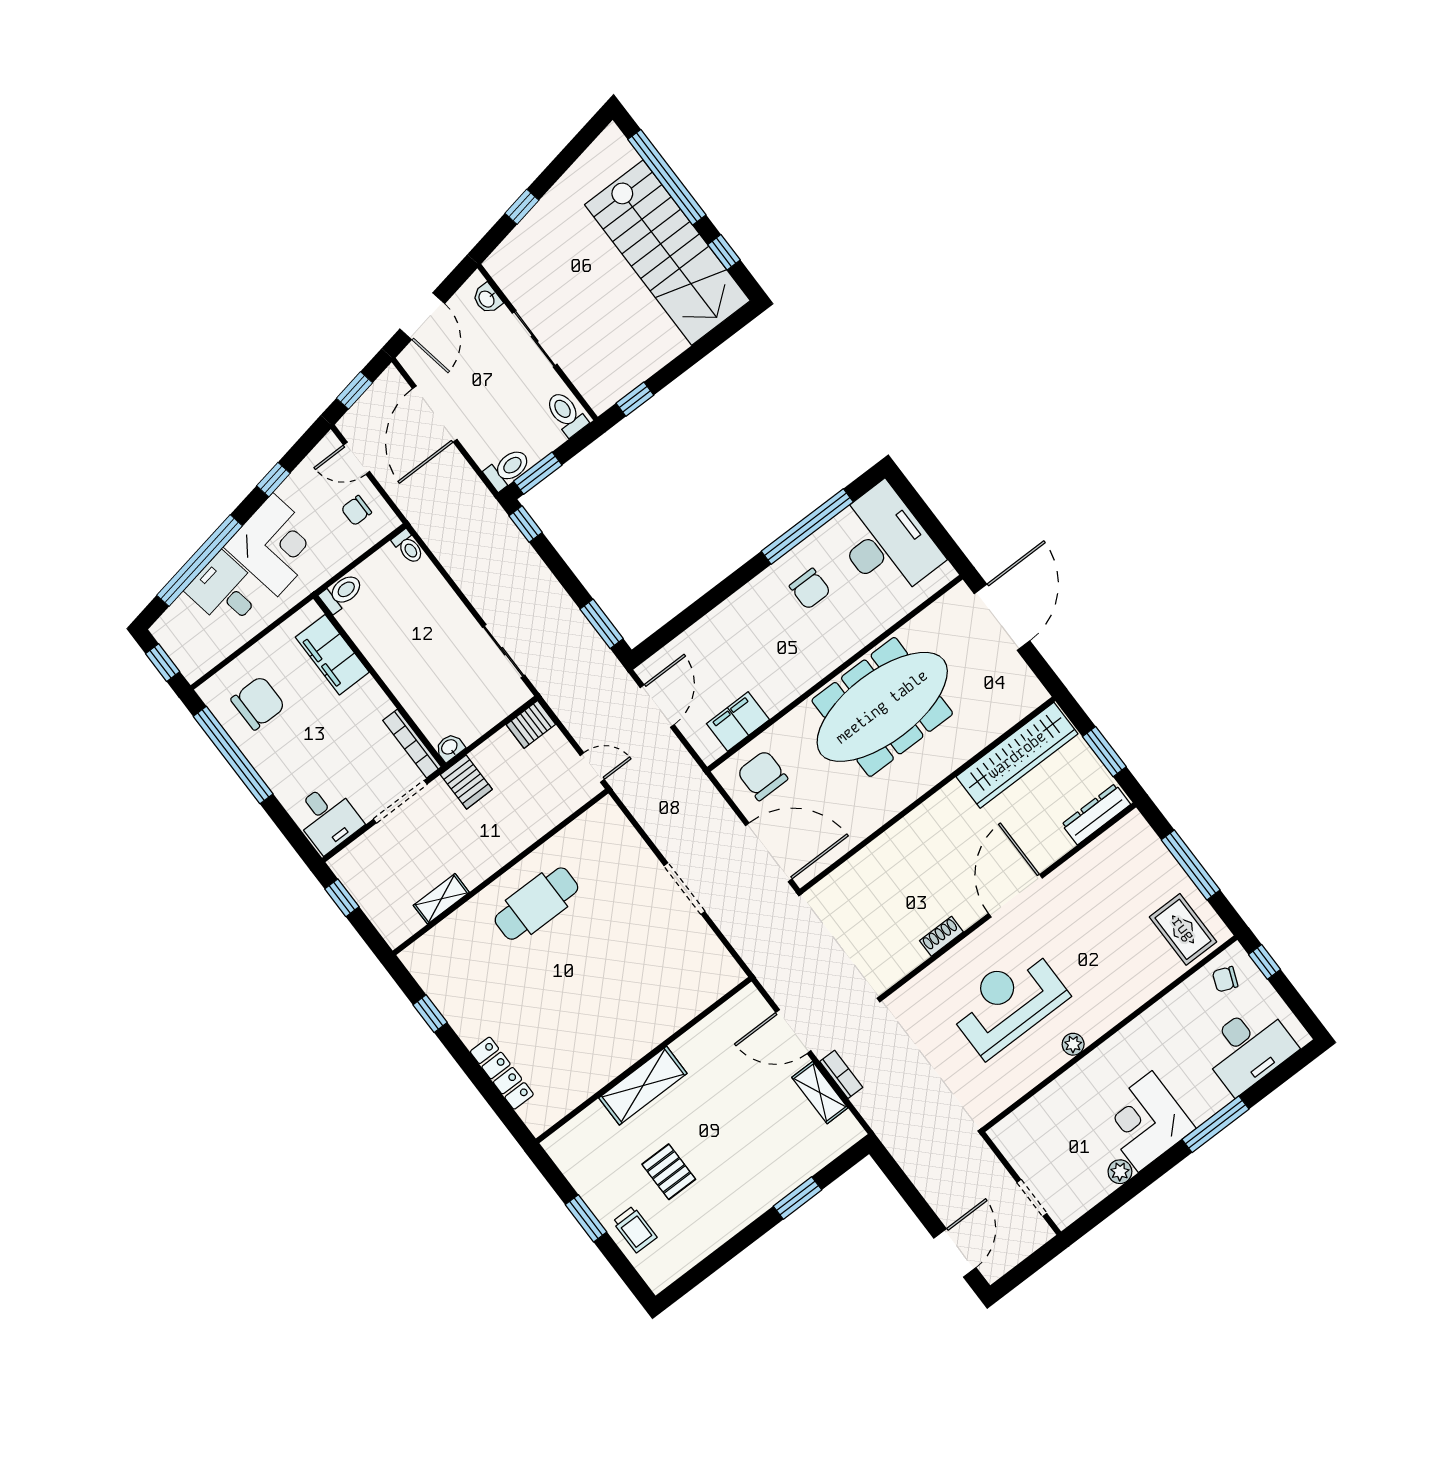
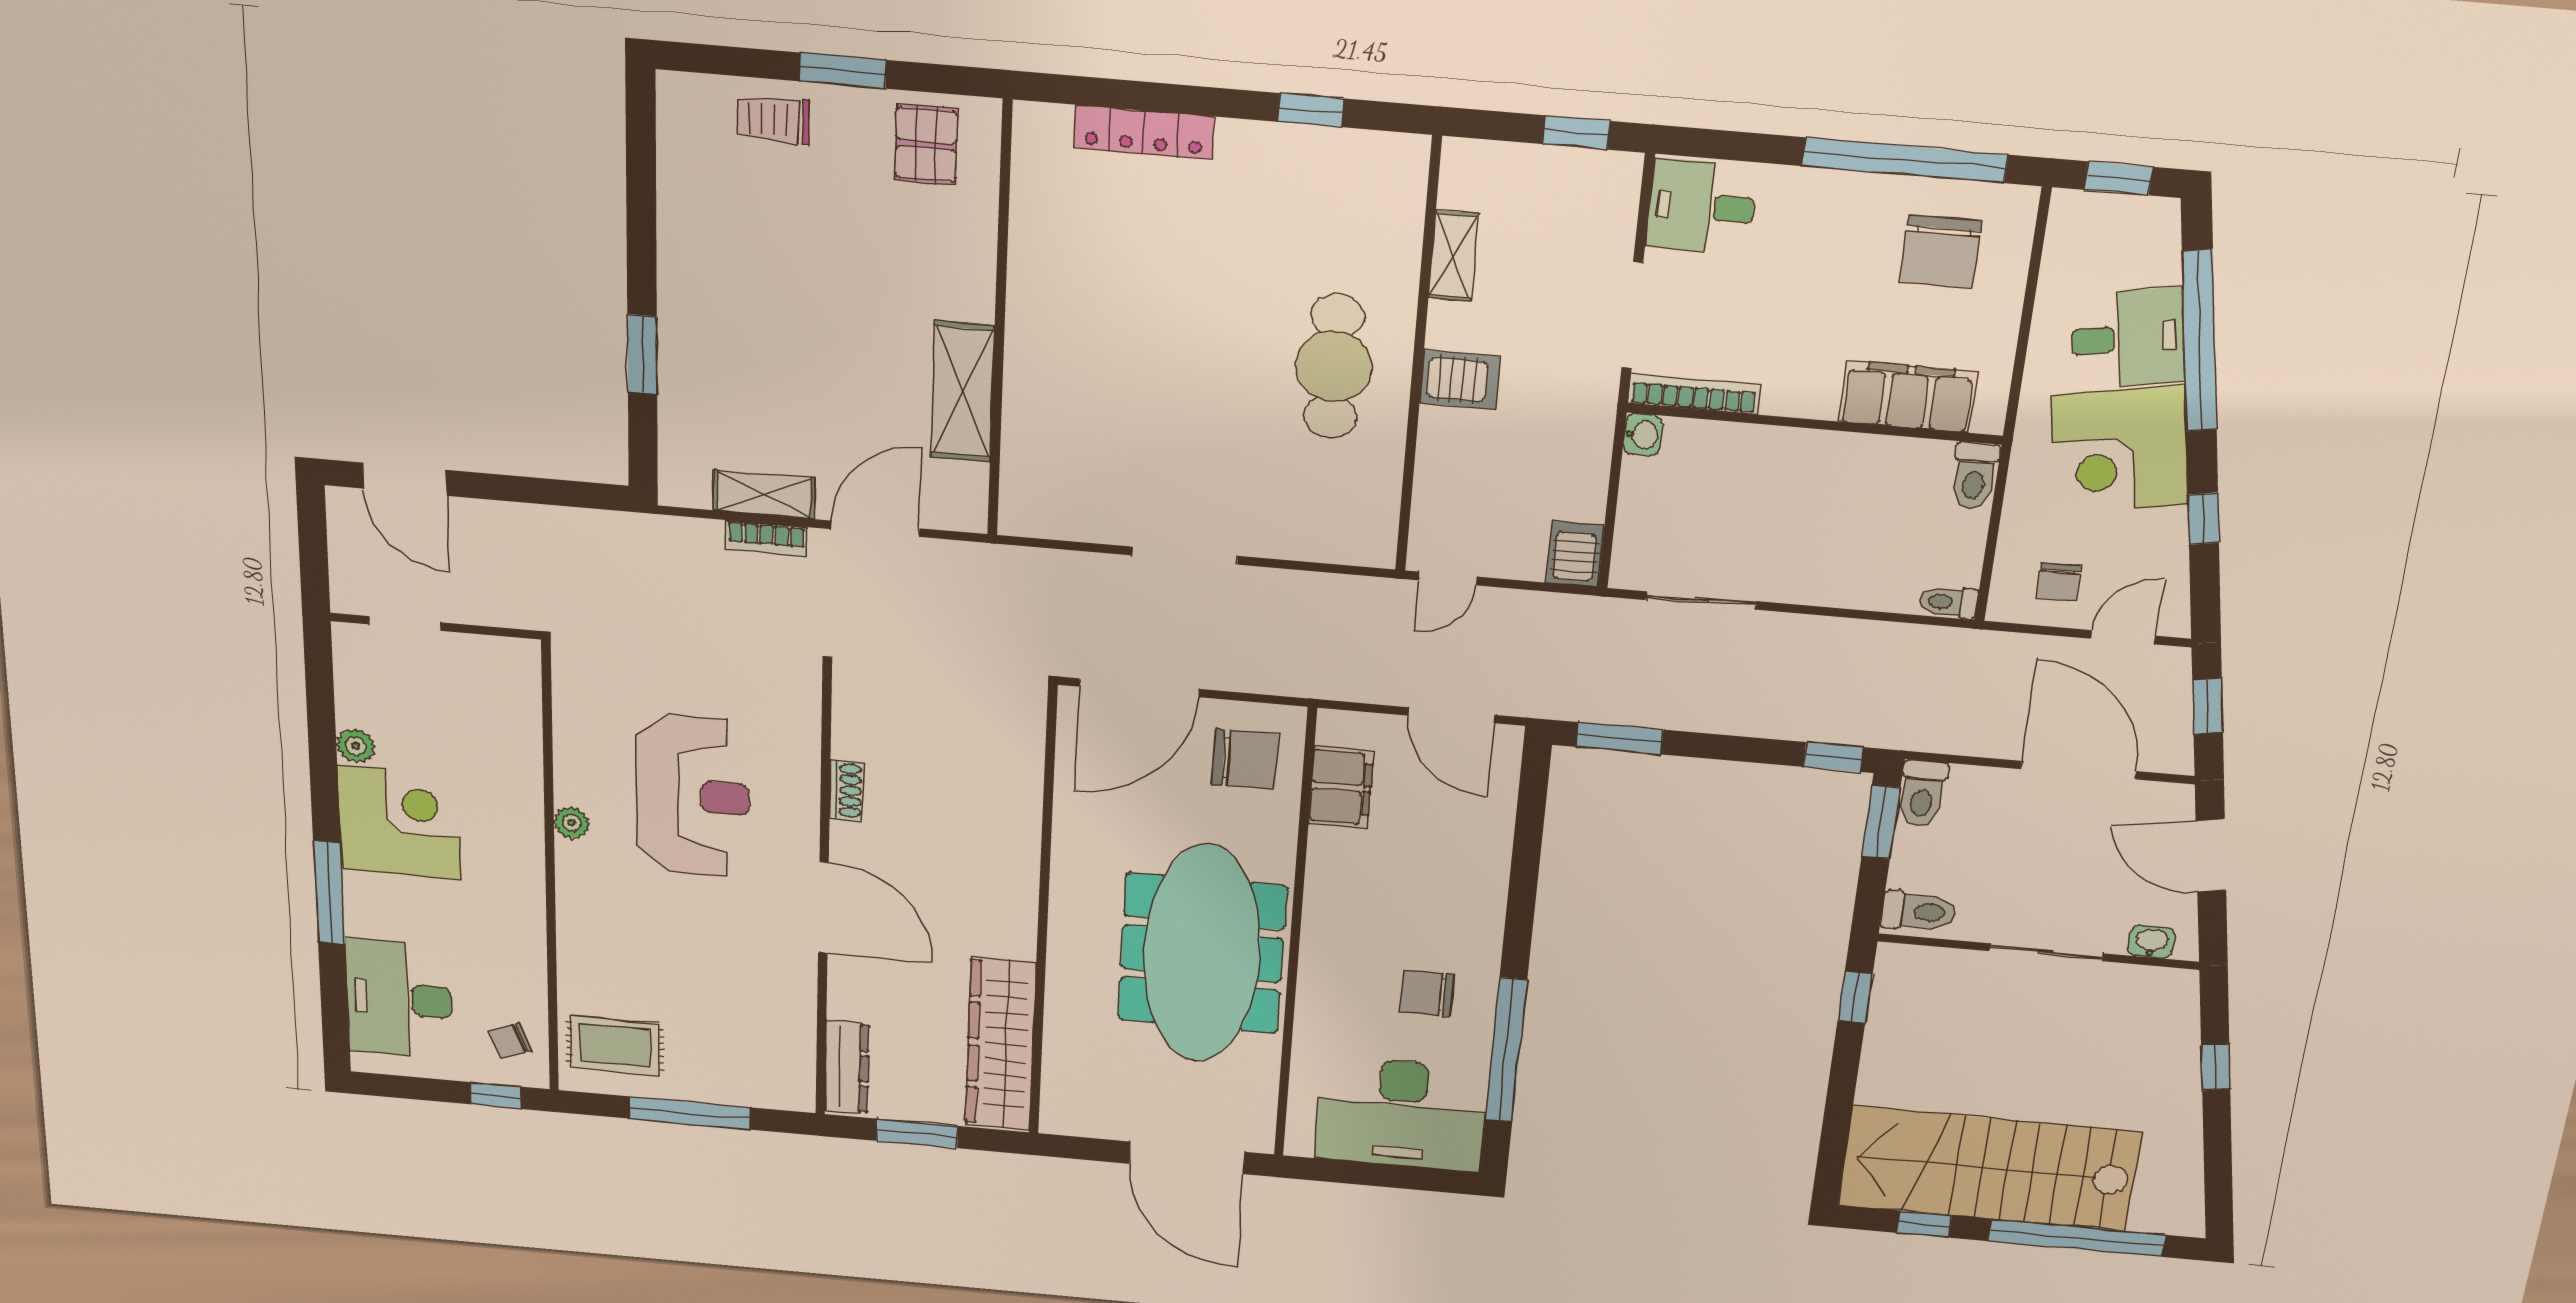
chair: (356, 510) -> (2059, 582), turned 180
server rack: (466, 782) -> (1460, 380), moved, turned 180
chair: (1225, 979) -> (511, 1041), turned -133
shelving: (643, 1086) -> (962, 392), moved
pallet: (669, 1172) -> (926, 145), moved, turned 90

